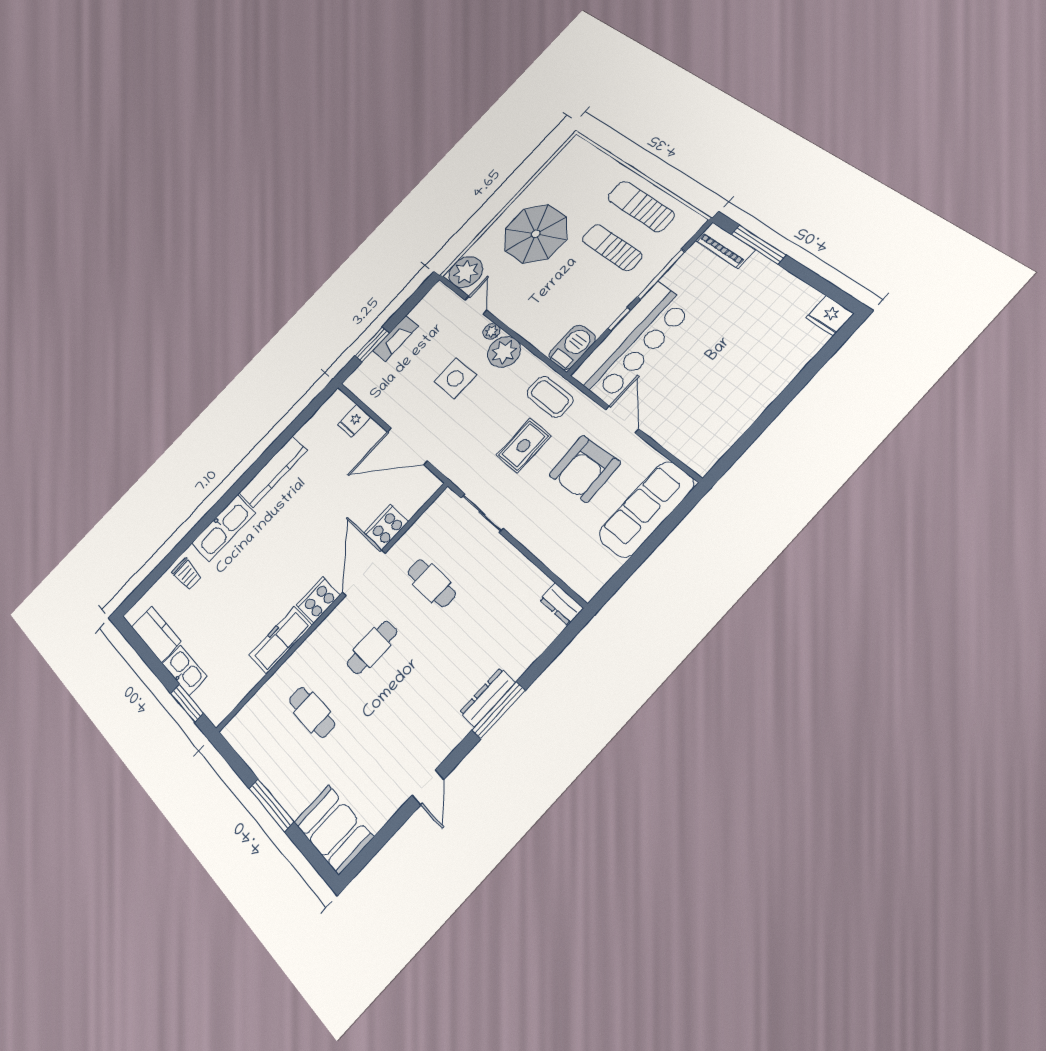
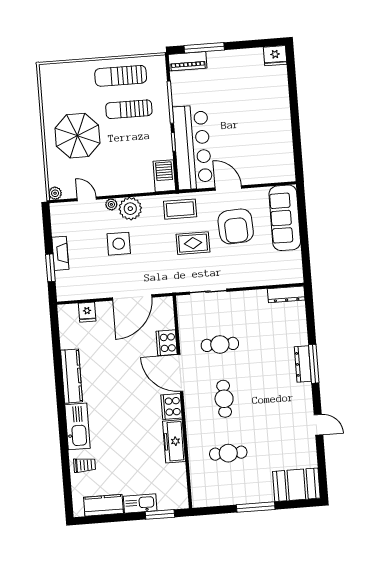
plant: (466, 272) -> (55, 193), width x0.53, depth x0.53
rug: (524, 446) -> (193, 243), turned 90
dresser: (562, 604) -> (286, 294), width x1.44

